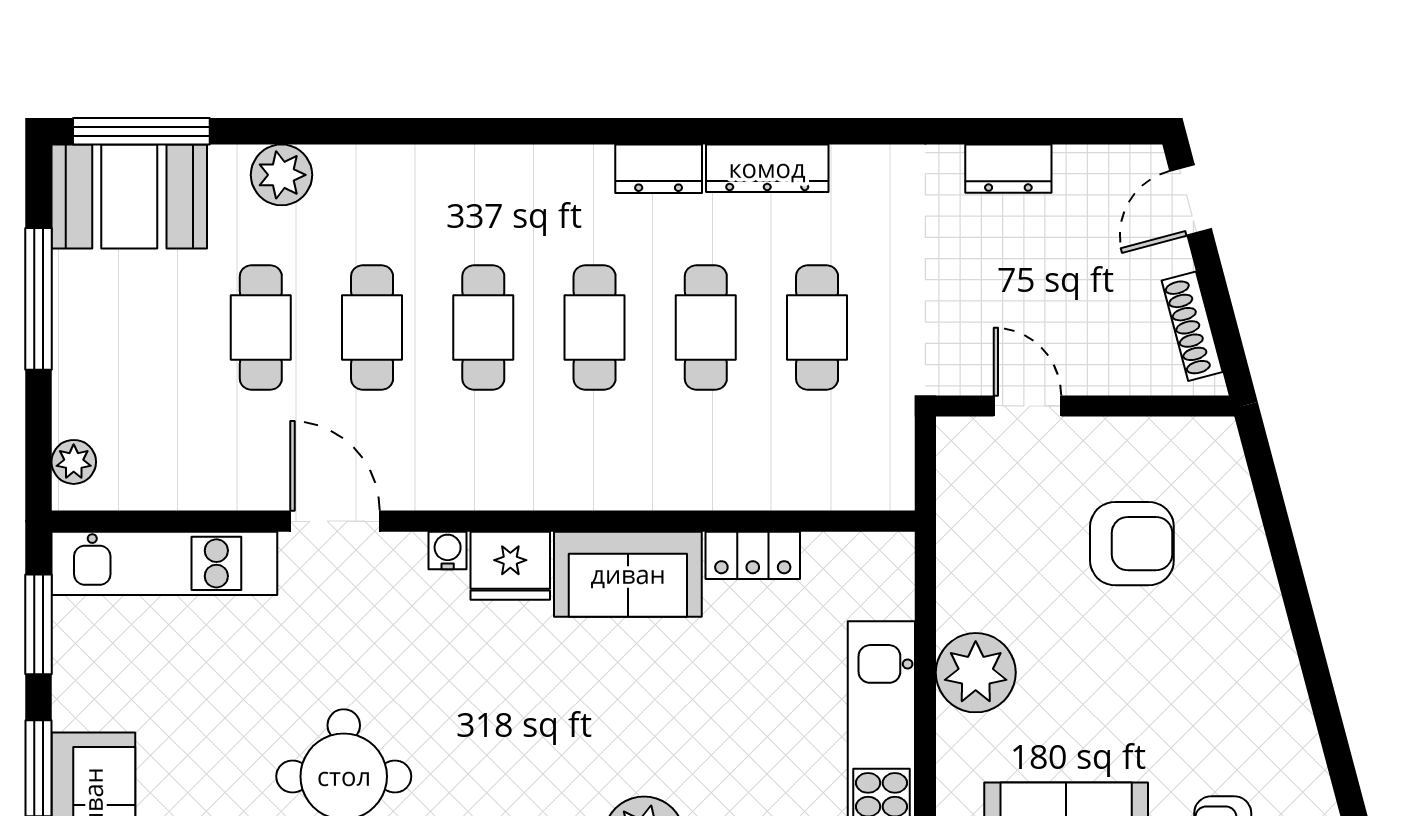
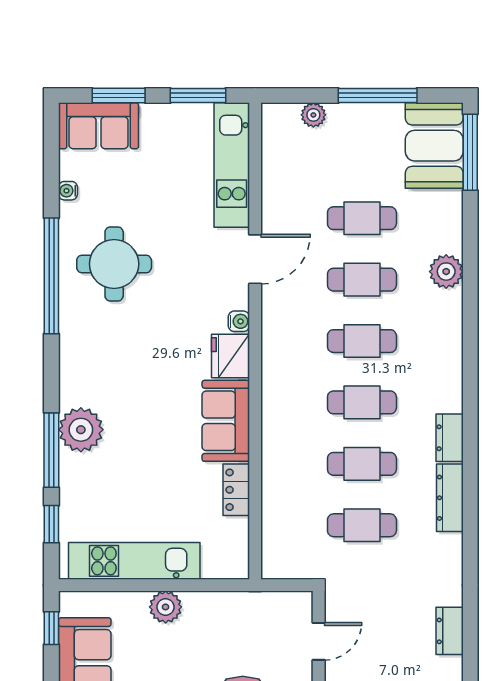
plant: (282, 175) -> (446, 272), moved
plant: (74, 462) -> (313, 115), moved
plant: (976, 673) -> (166, 607), width x0.73, depth x0.73

